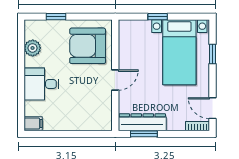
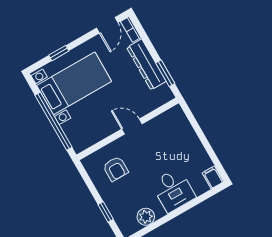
window: (158, 17) -> (54, 121), width x3.17
armchair: (88, 46) -> (116, 169), width x0.53, depth x0.53
dresser: (142, 122) -> (146, 64), moved

